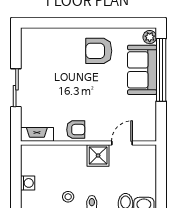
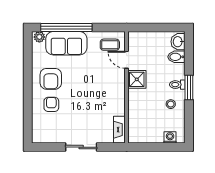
coffee table: (140, 123) -> (110, 45), added
armchair: (76, 130) -> (51, 104), moved
washing machine: (28, 183) -> (170, 137), moved

